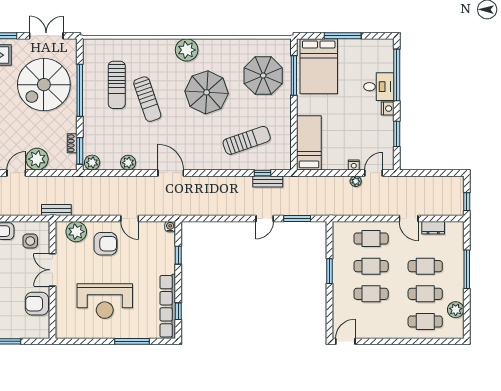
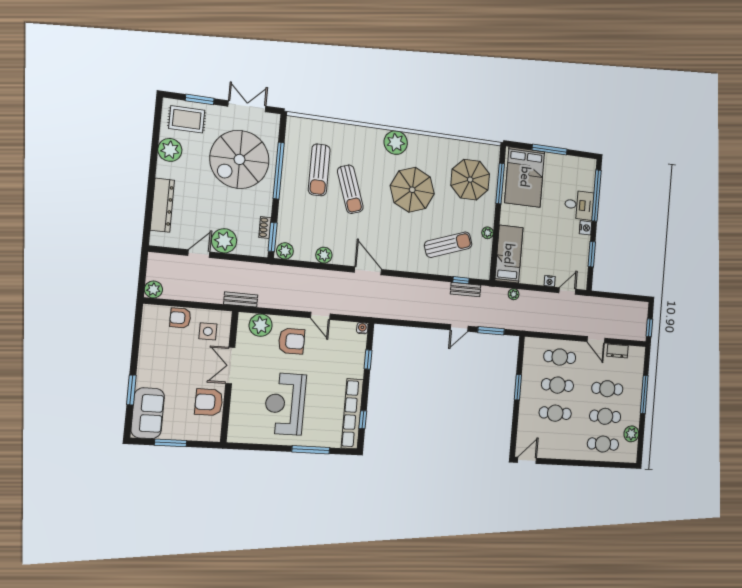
plant: (285, 125) -> (488, 233), added
plant: (356, 181) -> (514, 294), moved
reception desk: (105, 301) -> (285, 404), turned 90

